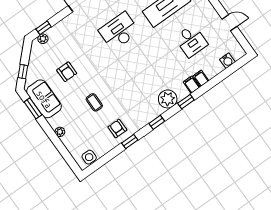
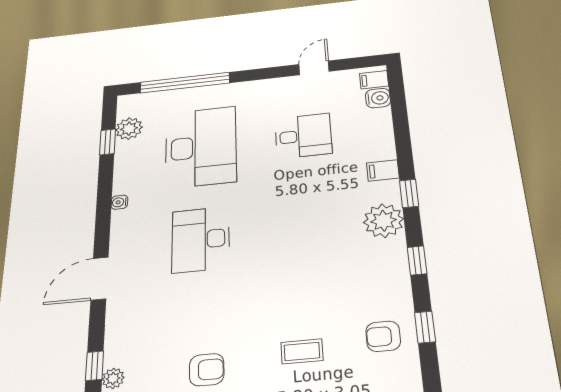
filing cabinet: (201, 78) -> (374, 80), moved

